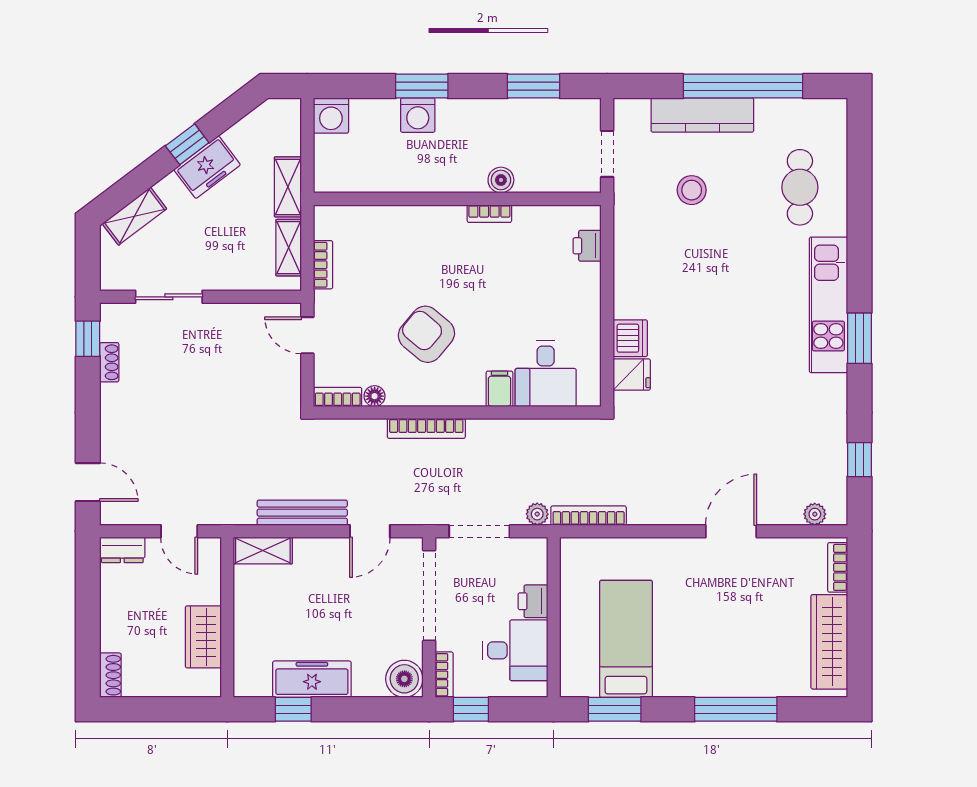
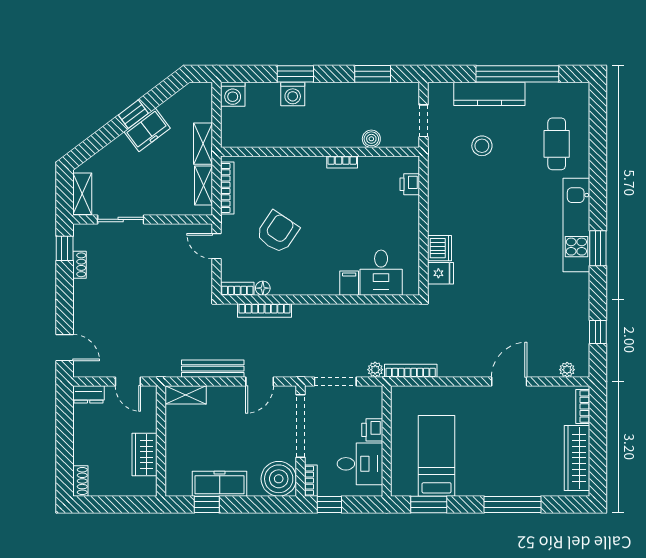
boiler: (501, 180) -> (371, 139), moved
shelving: (134, 216) -> (82, 194), moved, turned -53
bookcase: (323, 265) -> (227, 188), width x1.56
armchair: (426, 334) -> (277, 232), moved, turned 84
bookcase: (426, 428) -> (264, 310), moved
boiler: (404, 679) -> (279, 479), width x1.37, depth x1.37

